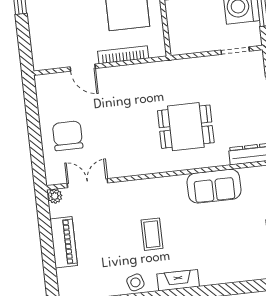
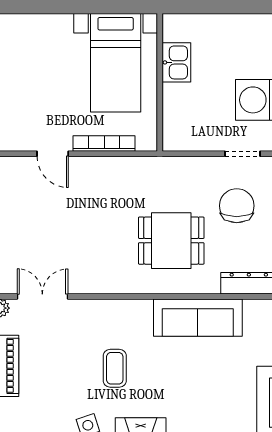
chair: (68, 136) -> (237, 206), moved
sofa: (214, 186) -> (198, 318), width x1.36

